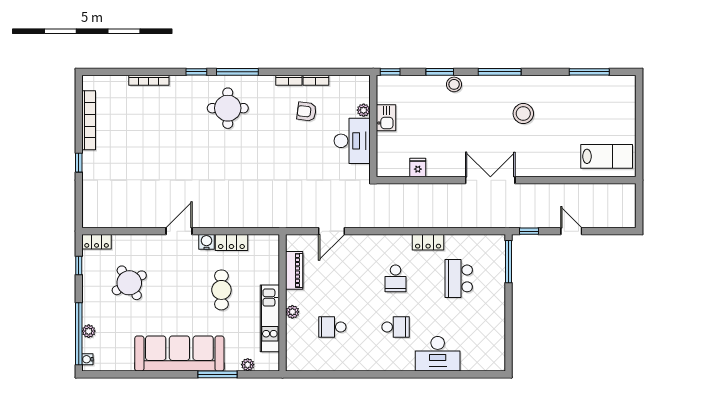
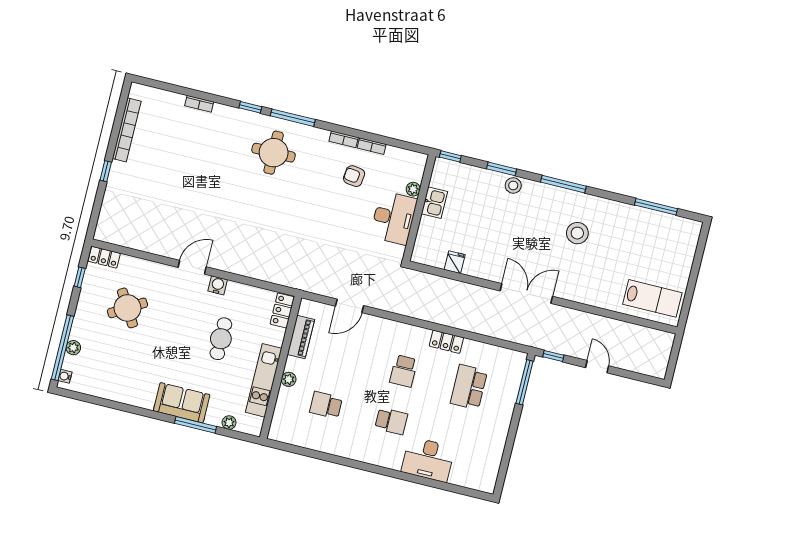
bookcase: (149, 80) -> (199, 104), width x0.64
locker: (231, 242) -> (282, 310), moved, turned 90
sofa: (179, 354) -> (182, 403), width x0.54, depth x0.79

